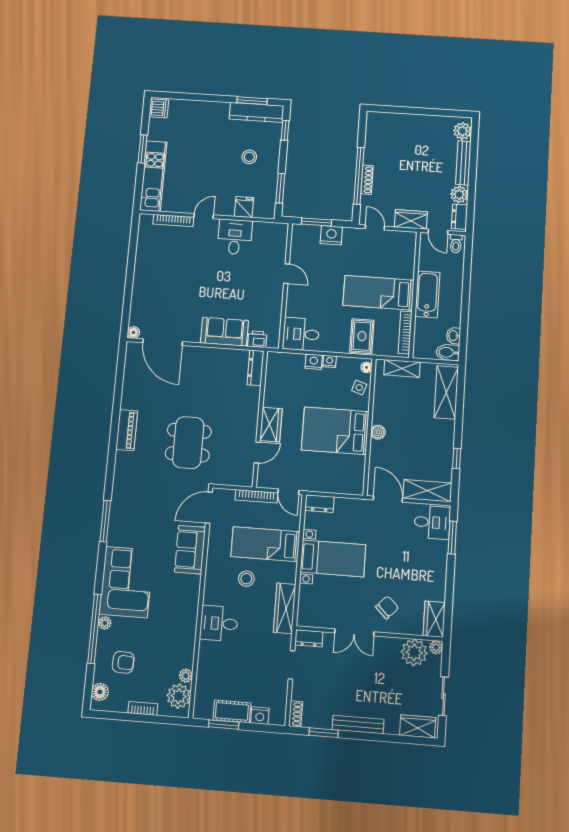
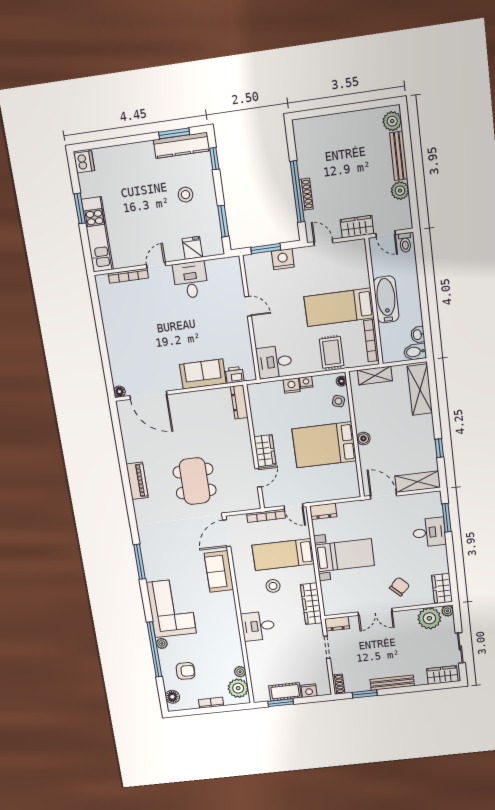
dresser: (459, 217) -> (404, 214), removed
desk: (432, 522) -> (429, 532), moved

